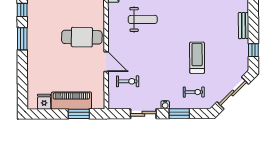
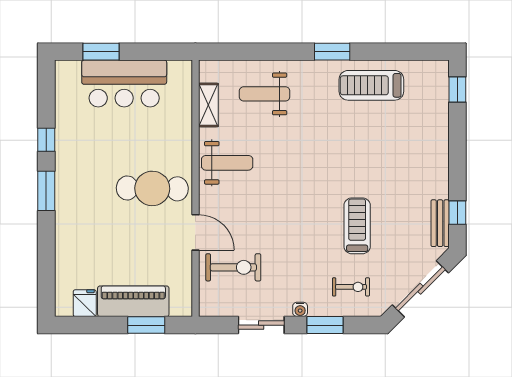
weight bench: (143, 19) -> (227, 163), moved
bench: (244, 26) -> (440, 223), moved
exercise bike: (128, 81) -> (233, 267), width x1.38, depth x1.39

